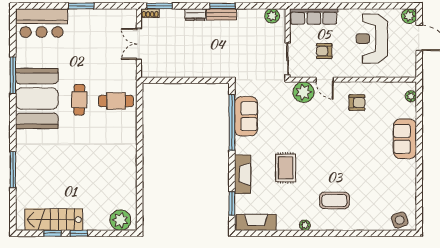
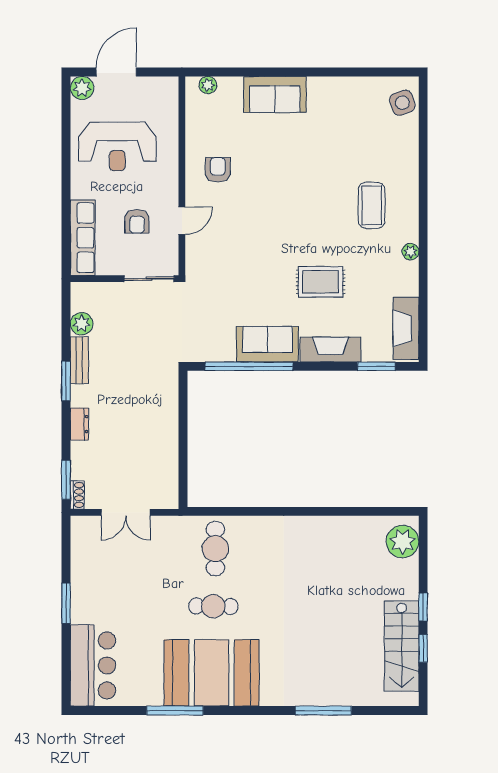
bench: (221, 14) -> (79, 360), moved
plant: (272, 16) -> (82, 324), moved
plant: (303, 92) -> (201, 254), removed
sofa: (246, 116) -> (268, 344), moved

